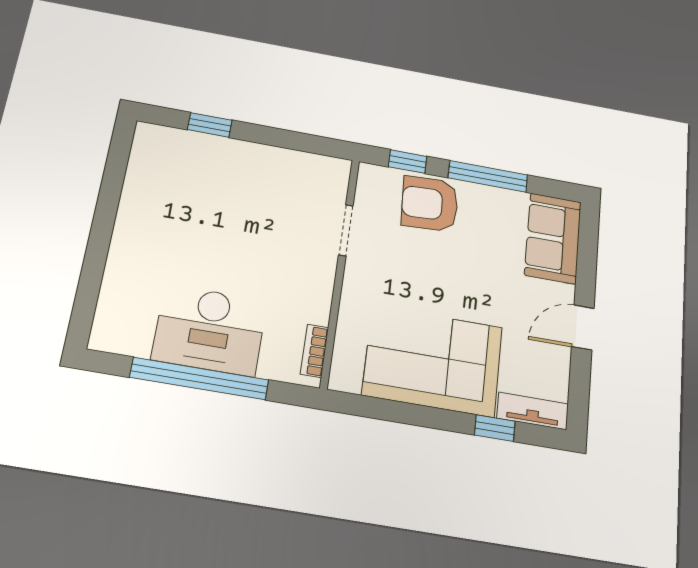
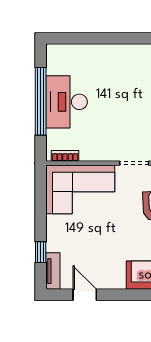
door: (583, 327) -> (85, 295), moved
corner sofa: (433, 361) -> (80, 189), moved, turned 90

